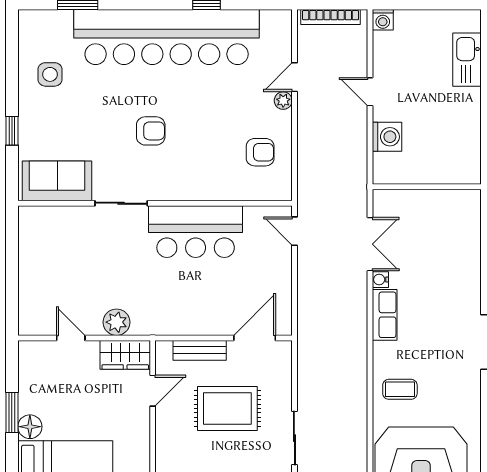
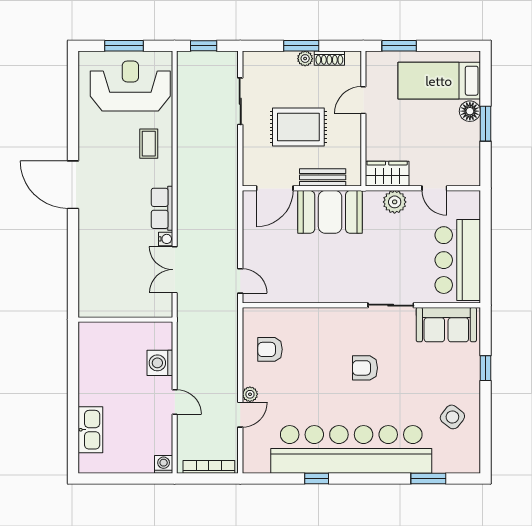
side table: (50, 74) -> (452, 417), turned 38
bar counter: (196, 232) -> (458, 260), moved, turned -90
booth: (191, 311) -> (330, 212), added
coffee table: (400, 389) -> (149, 144), turned 90
door: (153, 391) -> (363, 100), moved

